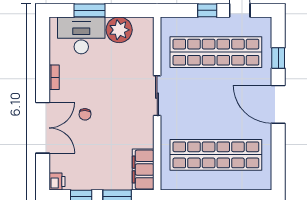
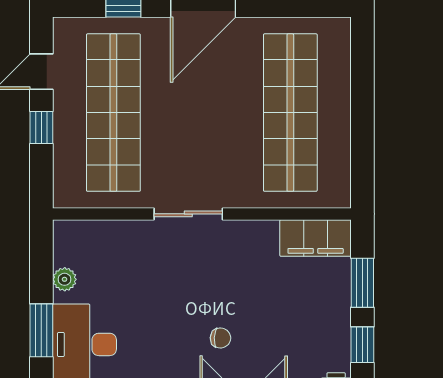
plant: (119, 30) -> (65, 279), width x0.53, depth x0.53

